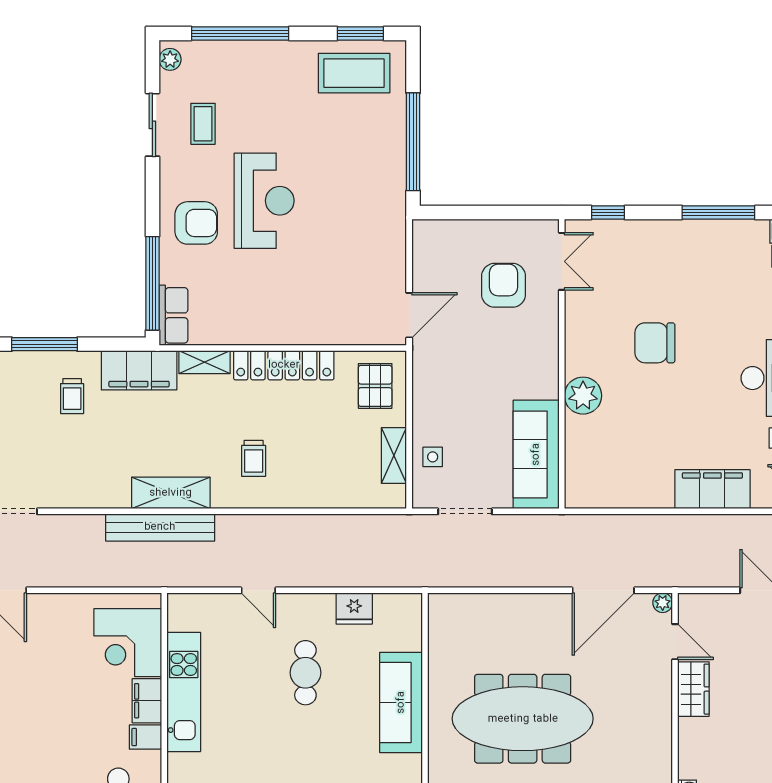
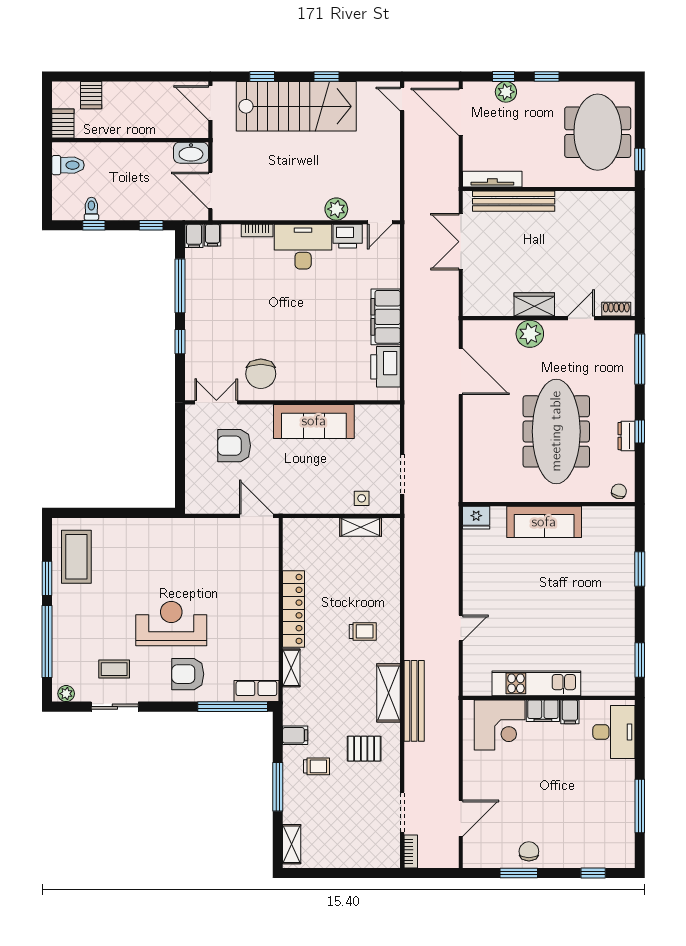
window: (360, 33) -> (47, 578), moved
window: (413, 142) -> (127, 513), removed
window: (608, 212) -> (180, 342), moved
armchair: (196, 223) -> (188, 674), turned -90
chair: (655, 343) -> (261, 374), moved
filing cabinet: (139, 370) -> (295, 735), width x0.33, depth x0.86
pallet: (375, 386) -> (364, 749), moved
plant: (583, 396) -> (316, 387), removed
sofa: (536, 454) -> (314, 421), moved
printer: (610, 489) -> (385, 367), added
filing cabinet: (712, 489) -> (386, 317), moved
plant: (663, 603) -> (530, 334), moved, width x1.88, depth x1.88
fridge: (354, 608) -> (476, 518), moved, turned 90
door: (675, 642) -> (581, 318), moved
cafe table: (305, 673) -> (522, 593), removed

